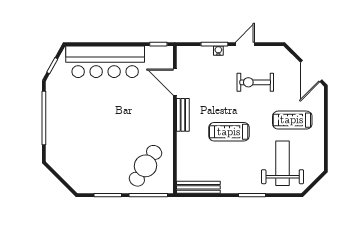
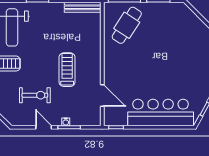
door: (245, 44) -> (44, 127), swing flipped
bench: (183, 115) -> (96, 68), removed
treadmill: (229, 132) -> (67, 70), moved, turned -90

